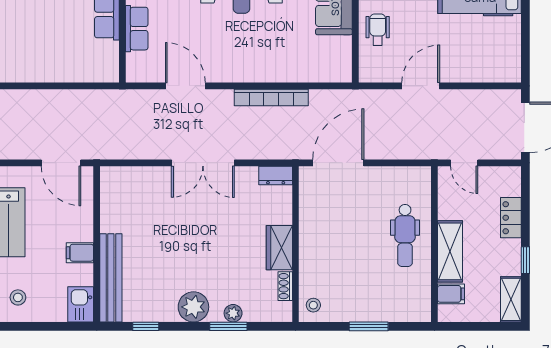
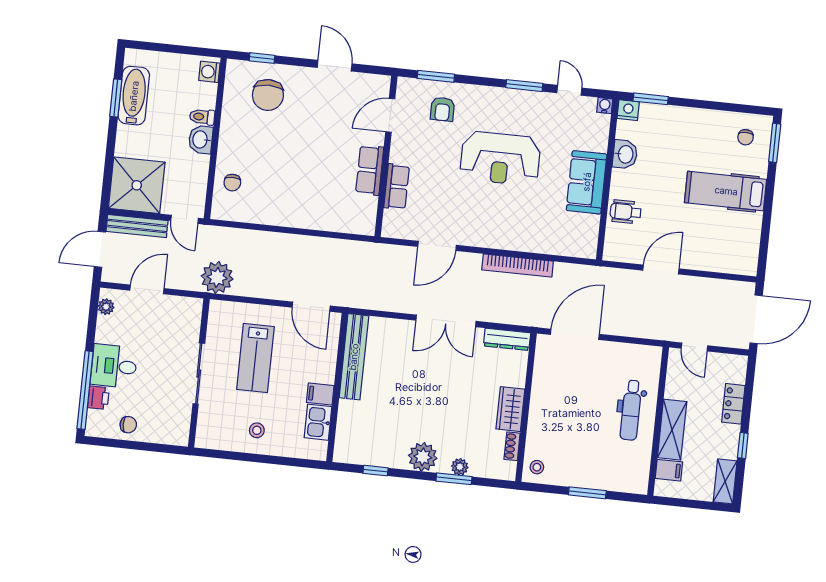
wheelchair: (378, 30) -> (626, 212), turned -90
door: (185, 86) -> (437, 246), swing flipped
dresser: (276, 175) -> (507, 339), width x1.44
bench: (111, 278) -> (354, 357), moved
kitchen sink: (81, 304) -> (318, 422), moved

